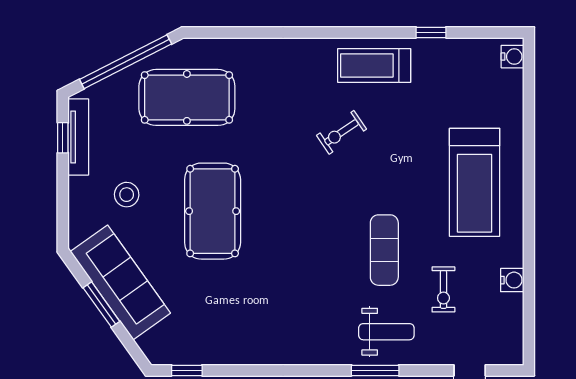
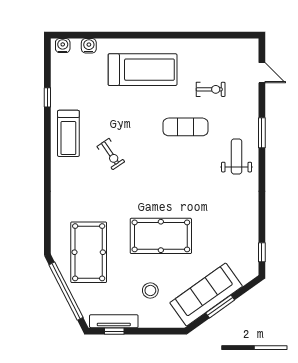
water cooler: (512, 280) -> (89, 46), moved
weight bench: (386, 332) -> (237, 156), moved

